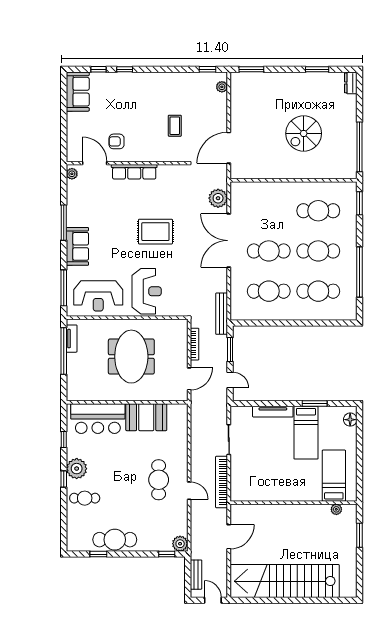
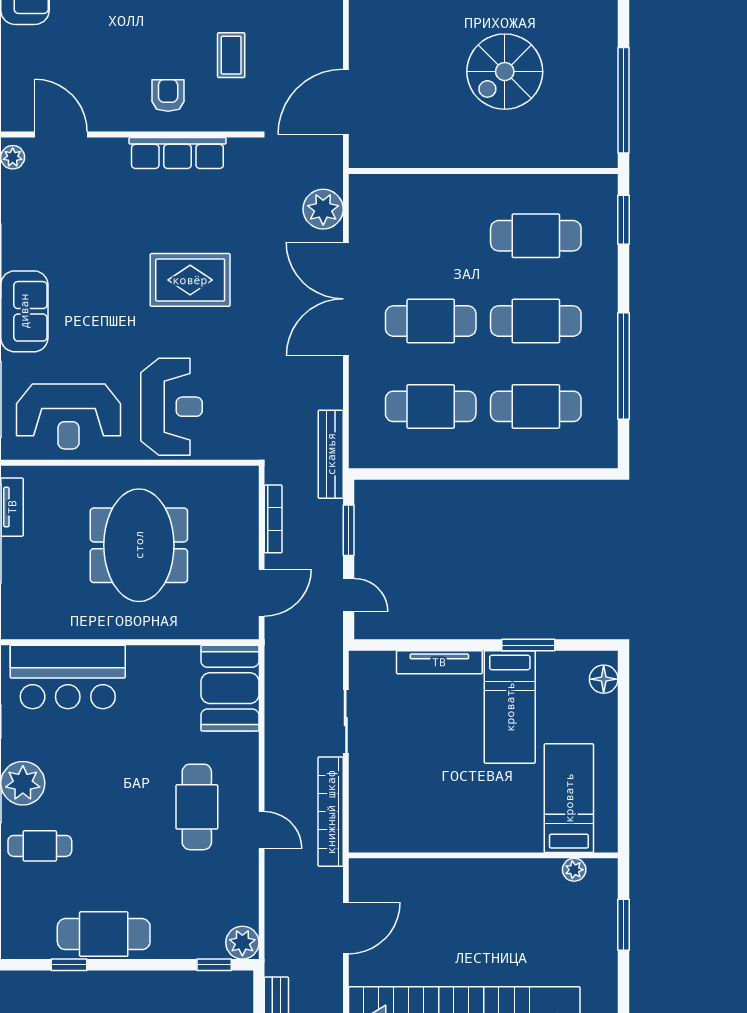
armchair: (117, 141) -> (168, 95), moved, turned 90
row of seats: (134, 172) -> (177, 153), moved
booth: (146, 417) -> (230, 688), moved, turned 90

